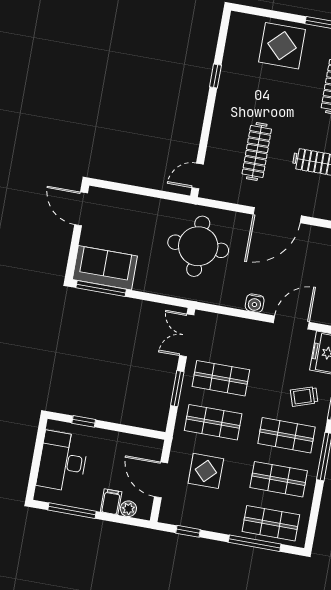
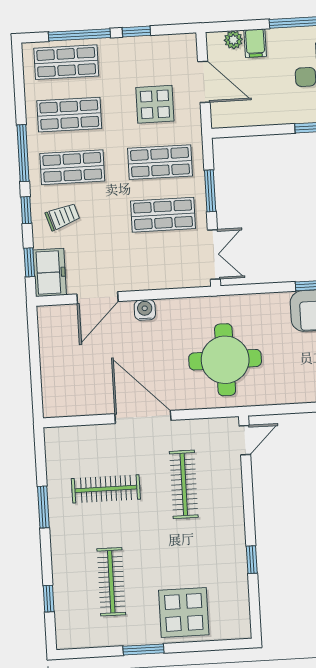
door: (277, 215) -> (143, 417), hinge flipped
window: (188, 531) -> (136, 31), moved

